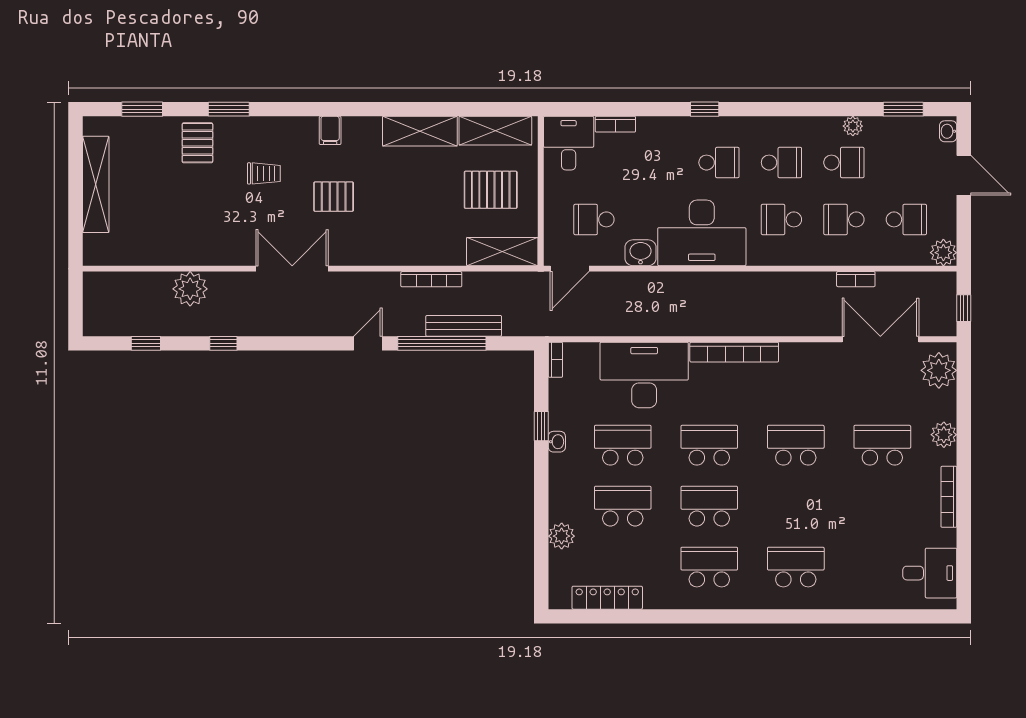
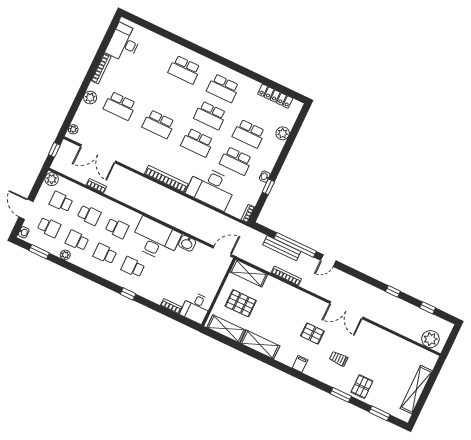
school desk: (594, 219) -> (49, 227), moved
plant: (190, 289) -> (430, 339), moved
plant: (939, 370) -> (73, 129), width x0.53, depth x0.53
desk: (930, 573) -> (124, 43), width x1.37

